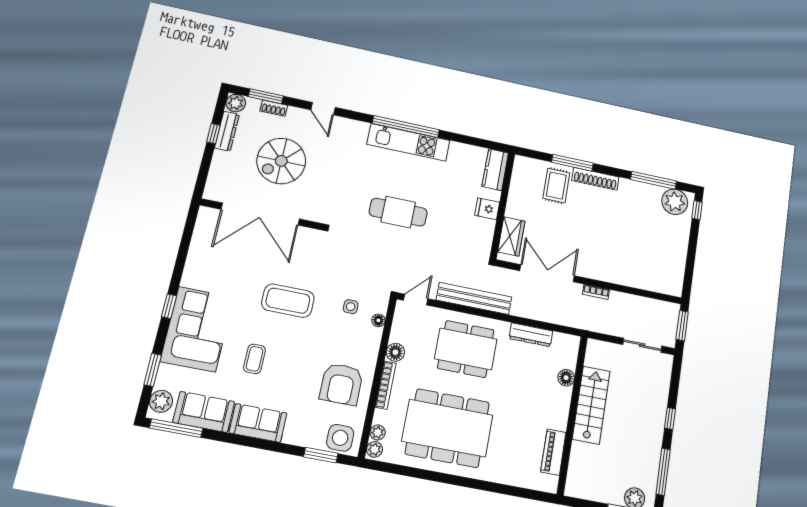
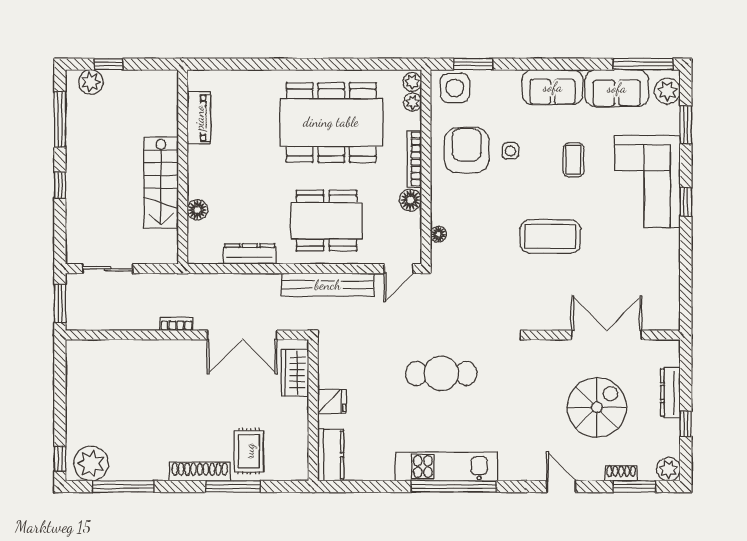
dresser: (227, 131) -> (670, 393), moved
double door: (260, 214) -> (607, 335), width x0.73
side table: (351, 307) -> (510, 151), moved

